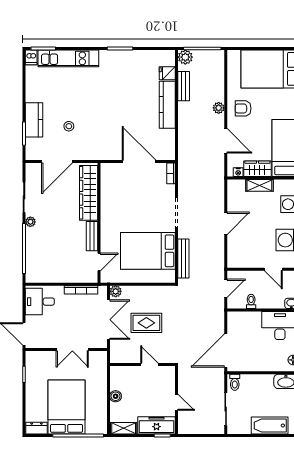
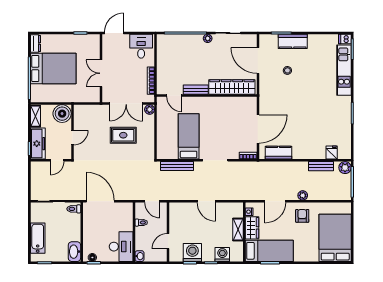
kitchen counter: (167, 105) -> (279, 153), moved, width x0.67
bed: (148, 251) -> (189, 136), width x0.67
rug: (146, 323) -> (123, 135), turned 90
wall: (143, 365) -> (73, 132), moved
door: (149, 365) -> (73, 138), moved
boiler: (116, 396) -> (62, 114), width x1.86, depth x1.86

